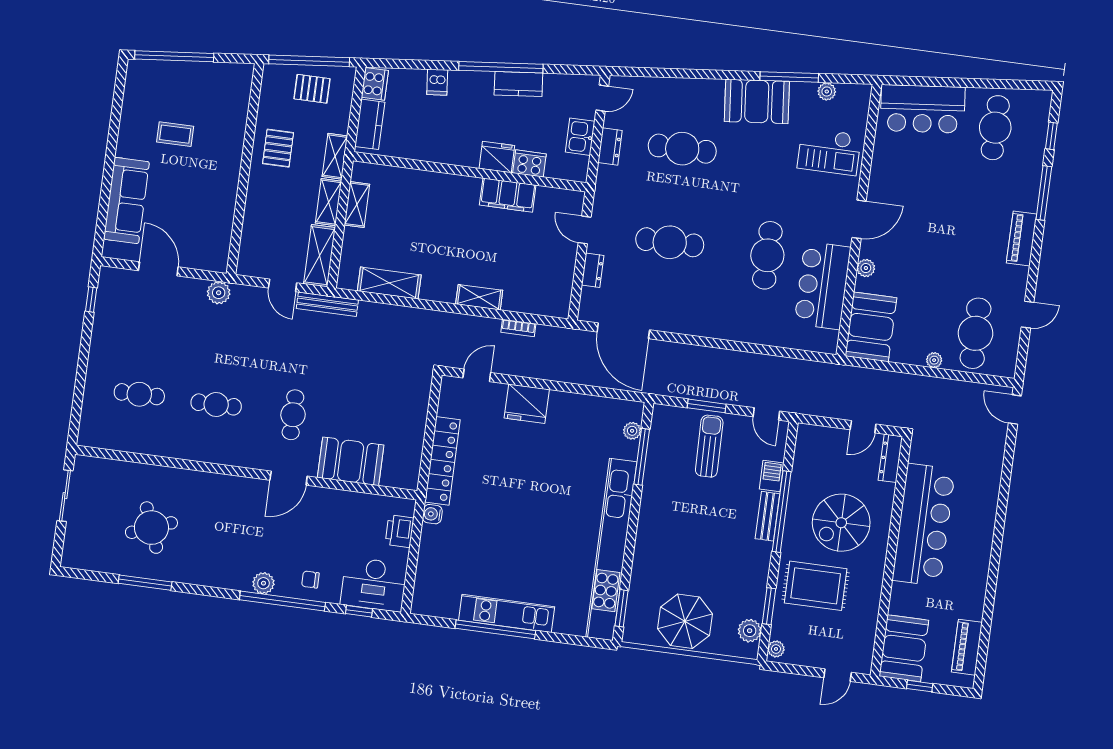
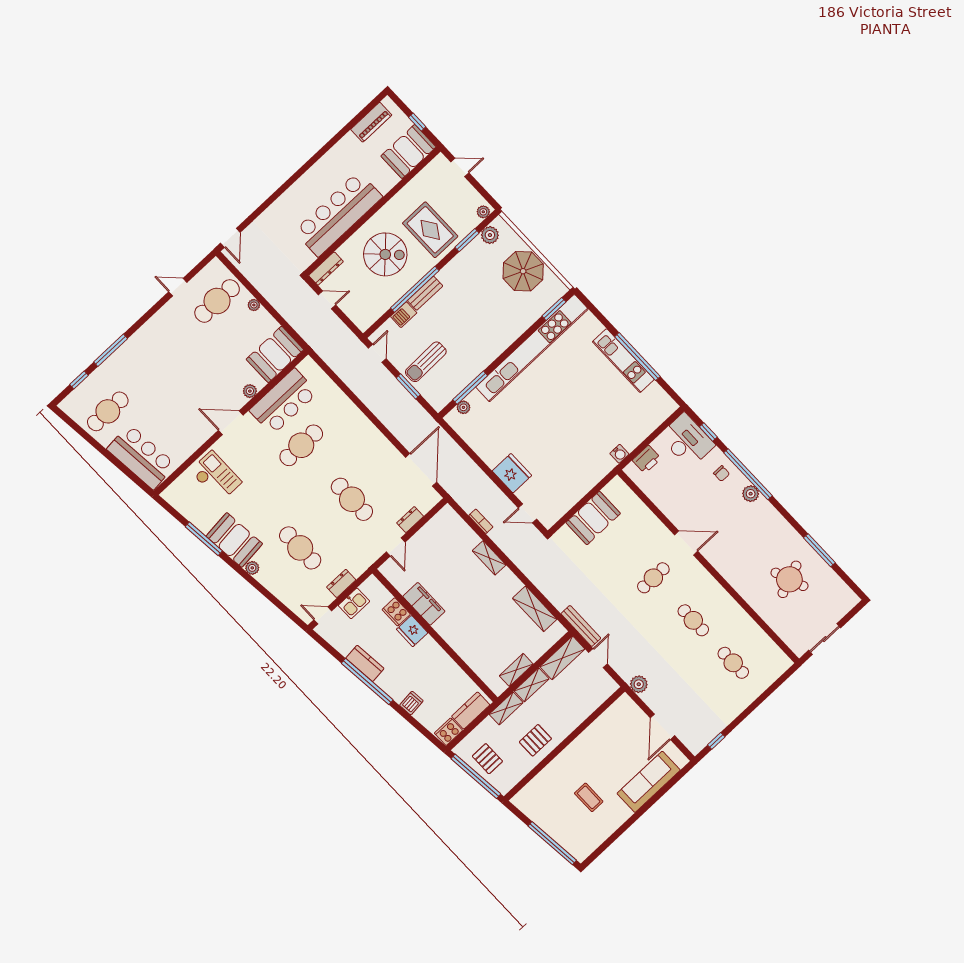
plant: (827, 91) -> (252, 568), moved
piano: (1022, 238) -> (145, 334), removed
booth: (351, 461) -> (593, 518), moved, turned 90
locker: (442, 461) -> (588, 480), removed

